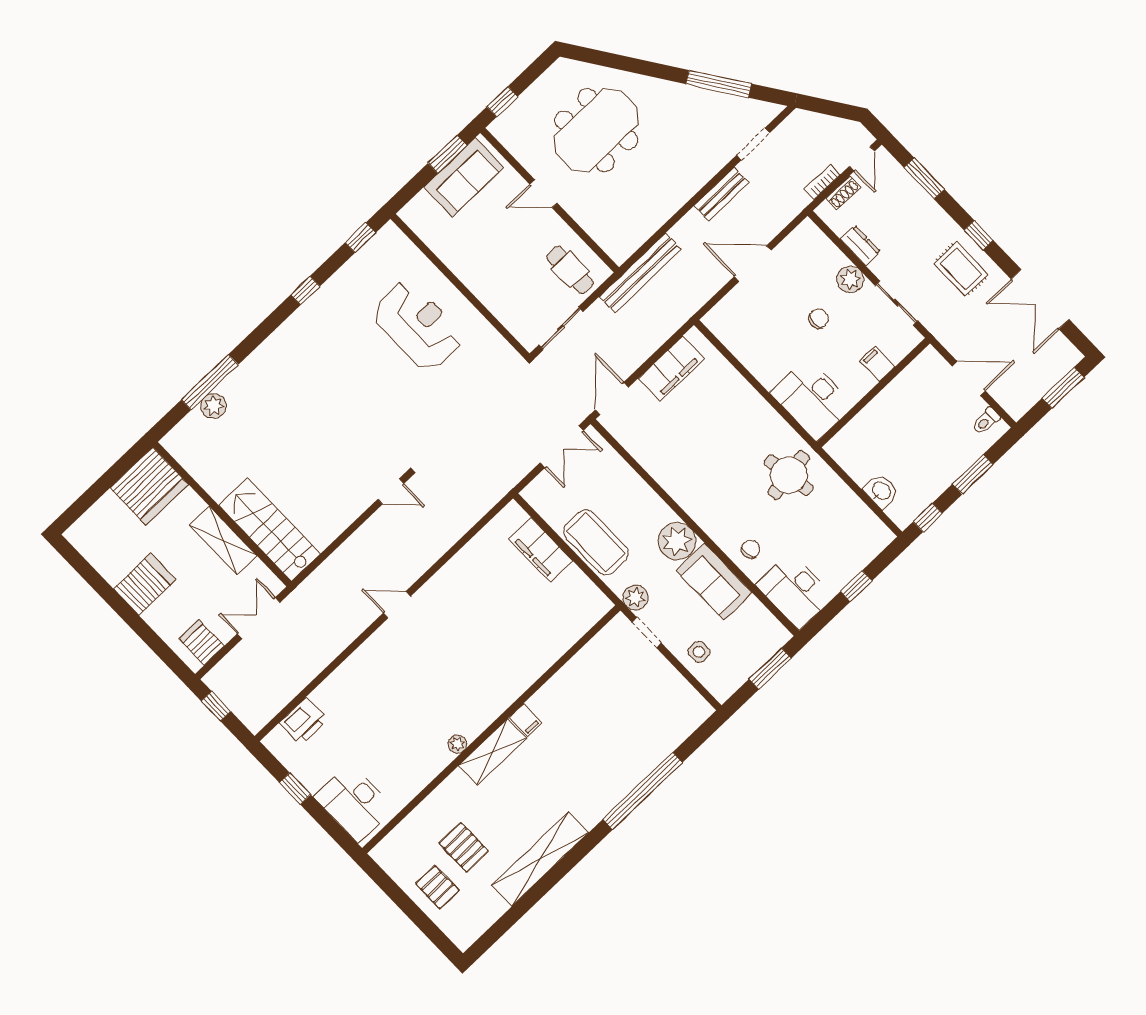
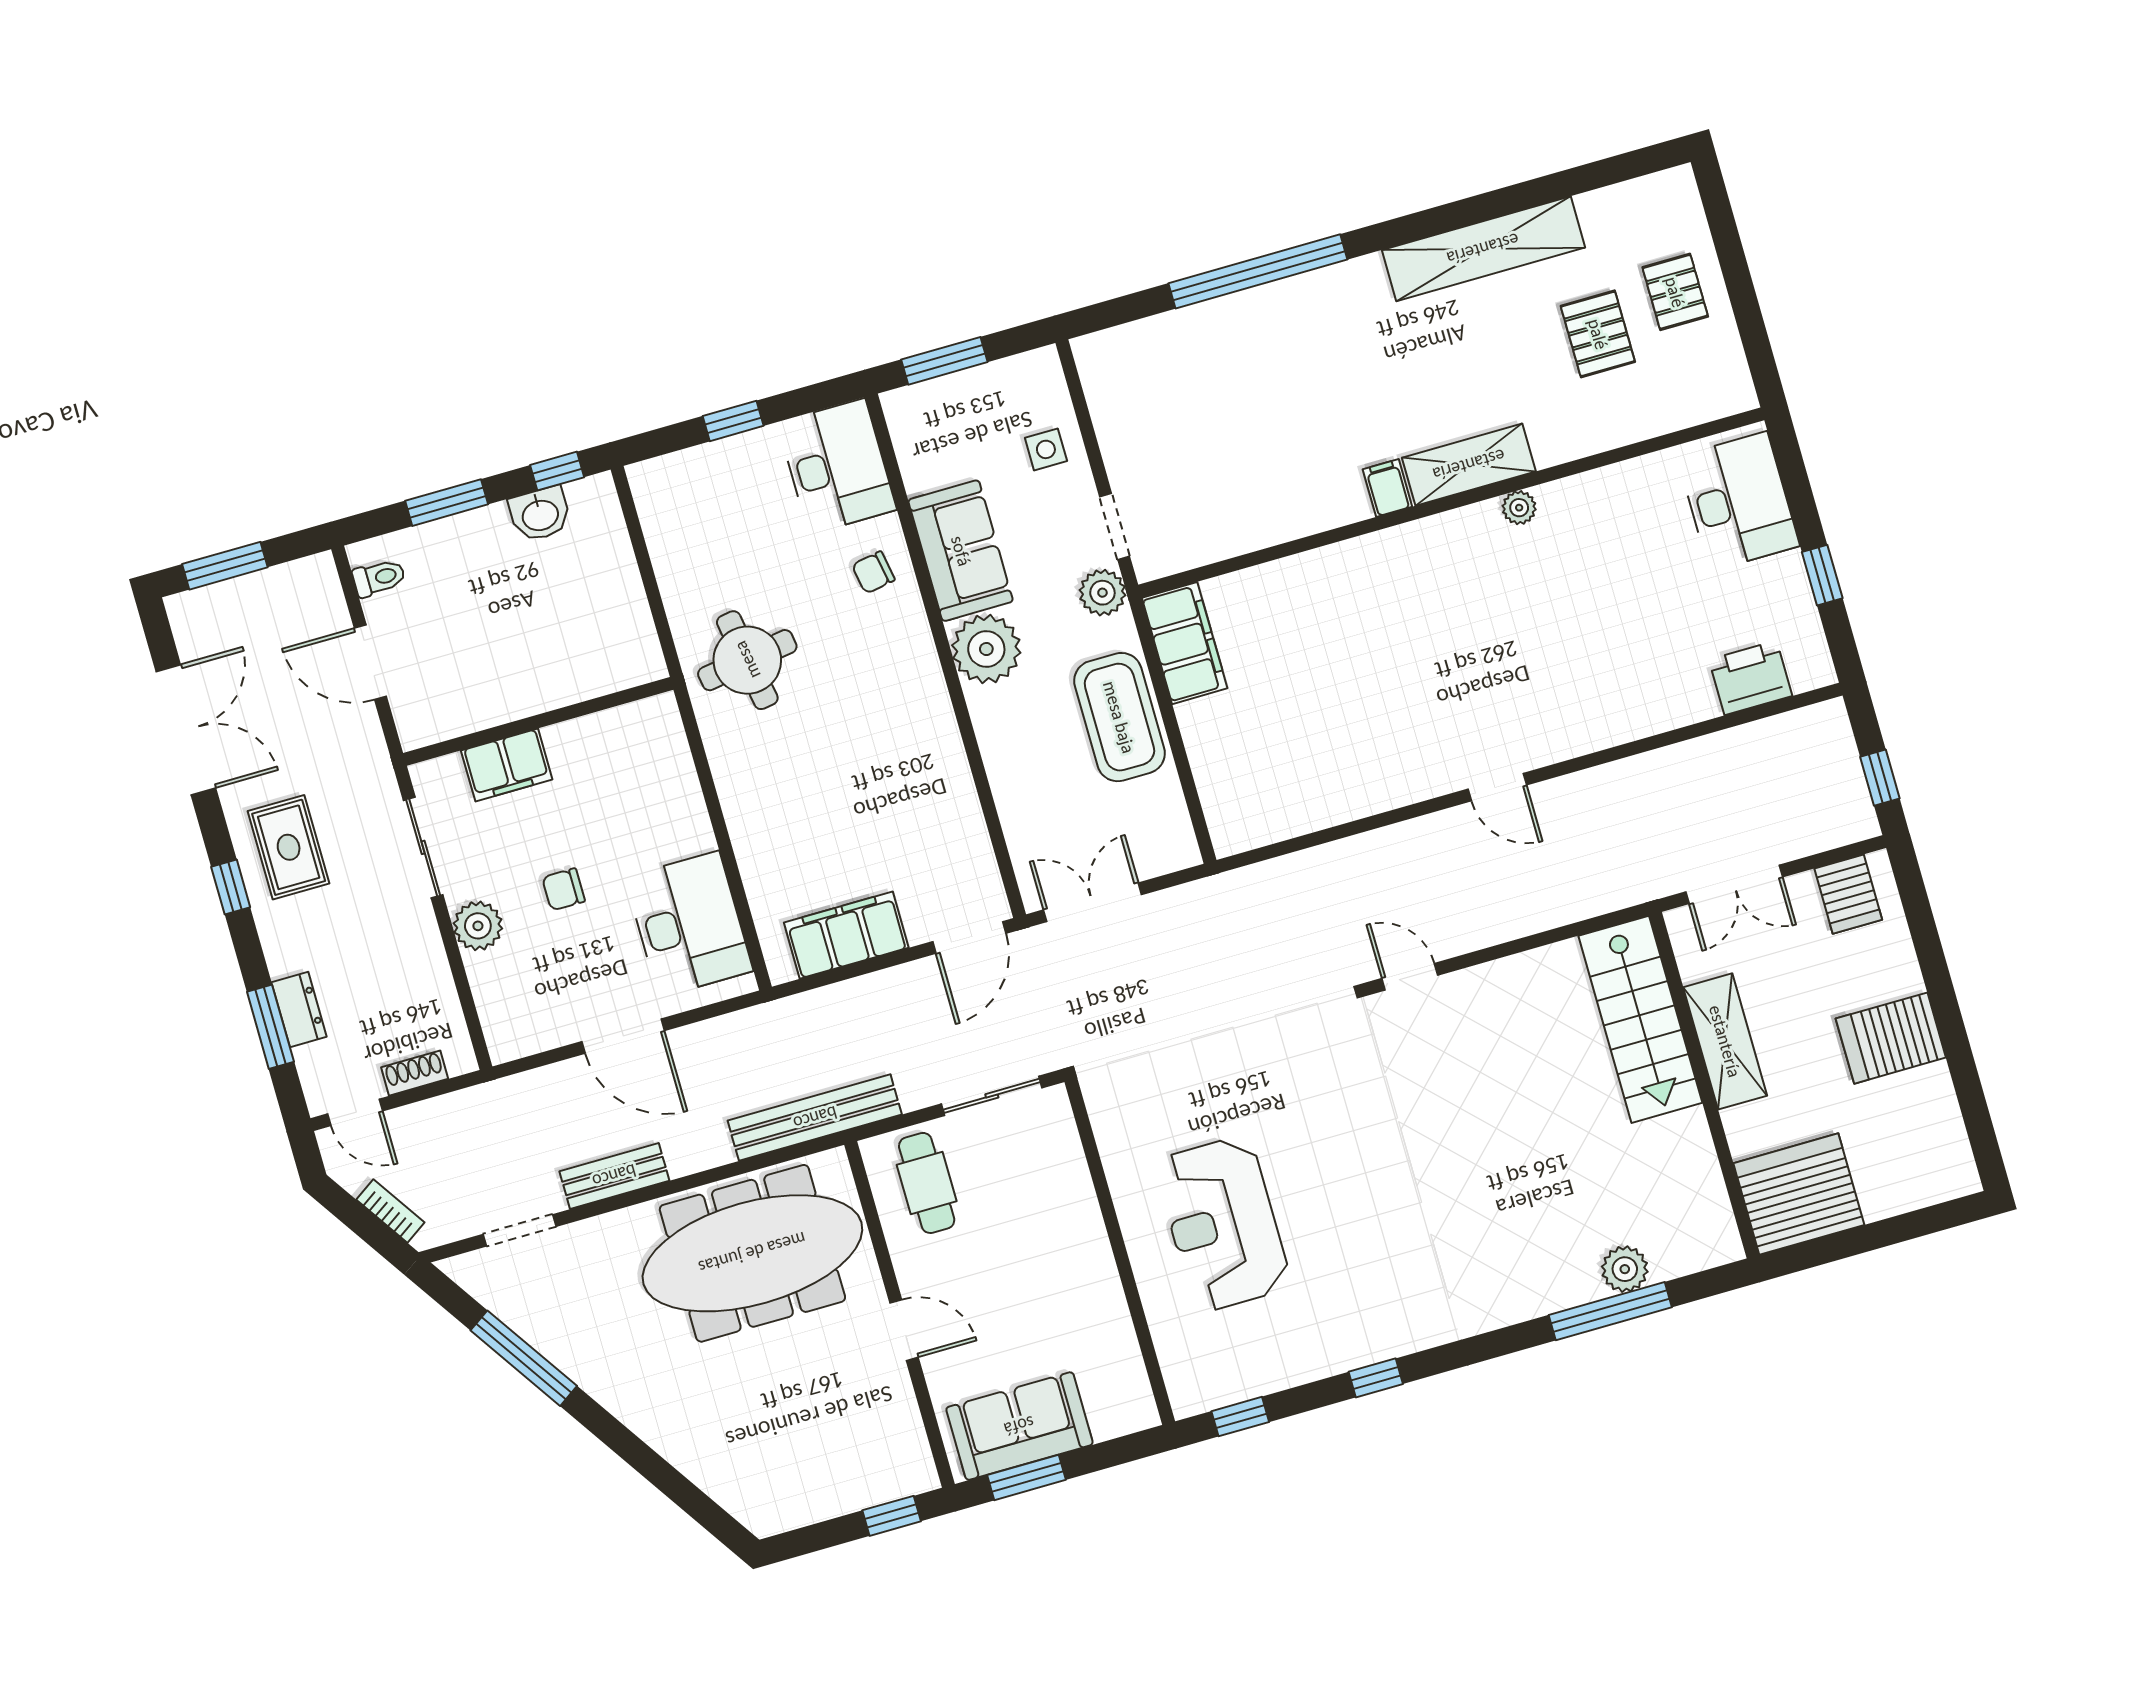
meeting table: (596, 130) -> (752, 1253), moved, width x1.36
door: (862, 159) -> (355, 1112), swing flipped
bookcase: (822, 182) -> (390, 1211), moved, turned -124
dresser: (860, 245) -> (299, 1009), moved, turned 180
filing cabinet: (877, 364) -> (507, 765), width x2.00
desk: (812, 399) -> (689, 924), moved
washbasin: (881, 491) -> (540, 514), moved, turned -90
filing cabinet: (541, 550) -> (1185, 643), moved

